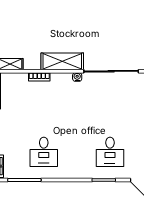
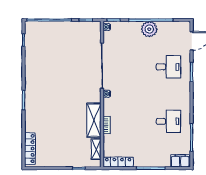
shelving: (62, 61) -> (94, 120), moved

